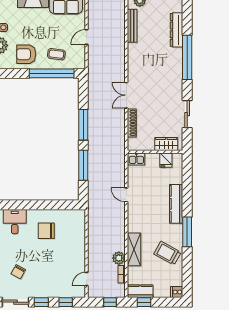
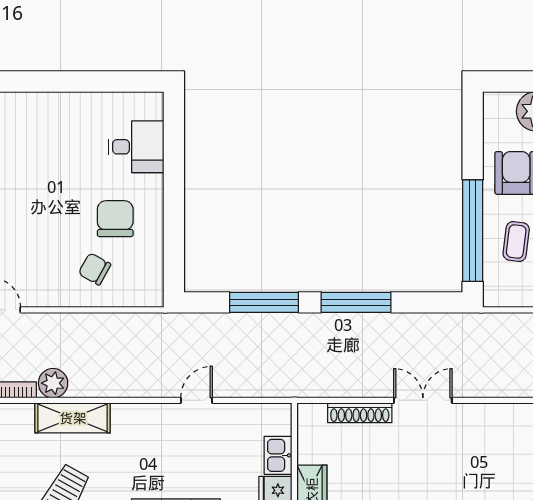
kitchen sink: (136, 159) -> (278, 455), moved
chair: (18, 272) -> (95, 269), moved

